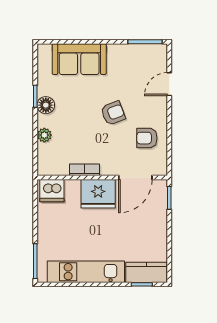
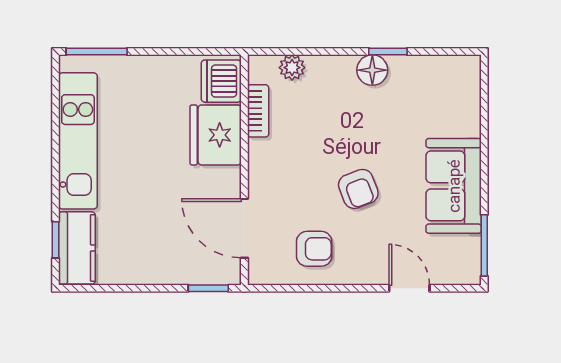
sofa: (79, 59) -> (454, 186), moved
plant: (44, 135) -> (292, 68), moved
armchair: (147, 138) -> (314, 249), turned 90
bookcase: (85, 170) -> (258, 111), moved
fridge: (98, 194) -> (216, 135), moved

